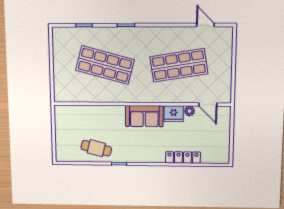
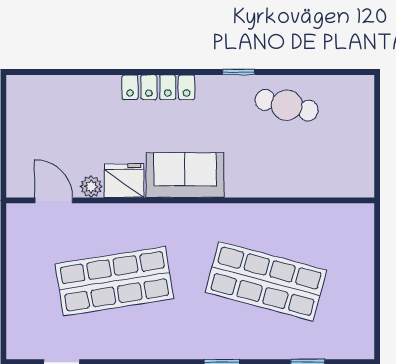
locker: (183, 157) -> (158, 87), moved

